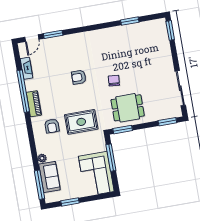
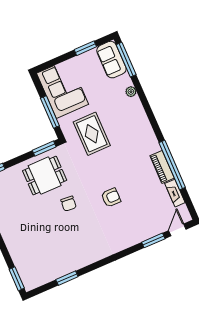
piano: (34, 104) -> (162, 167), moved
rug: (81, 122) -> (92, 134), moved, turned 90
armchair: (52, 126) -> (129, 132), removed
sofa: (49, 177) -> (111, 60), moved

